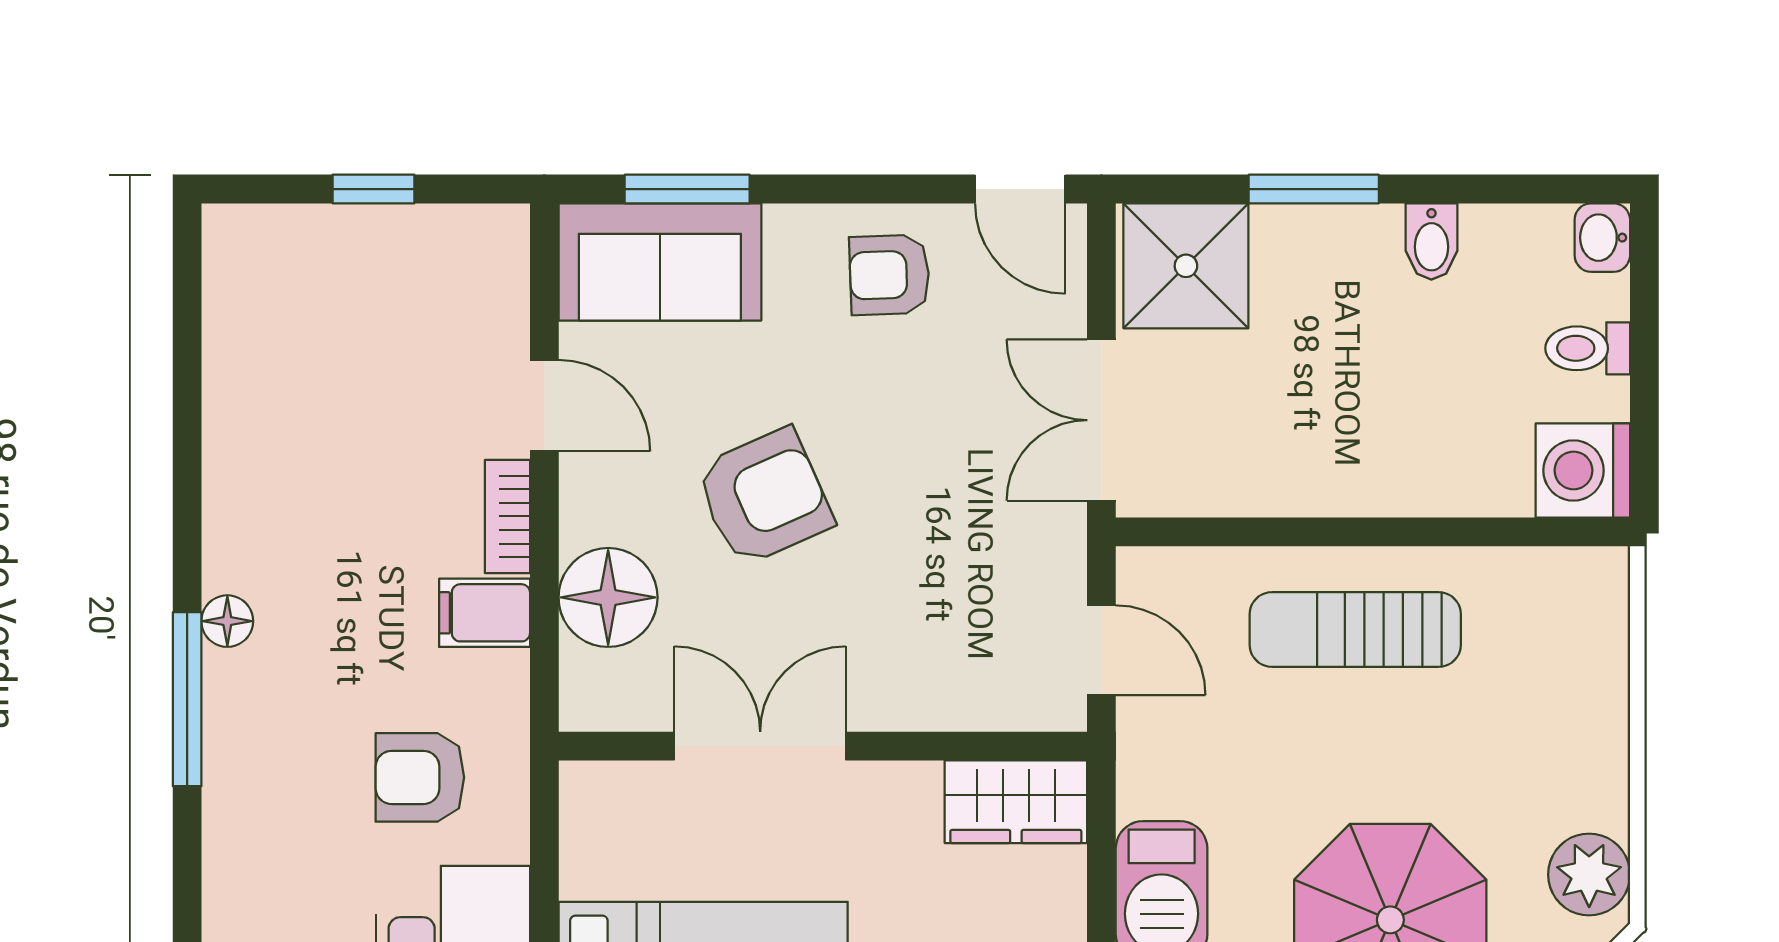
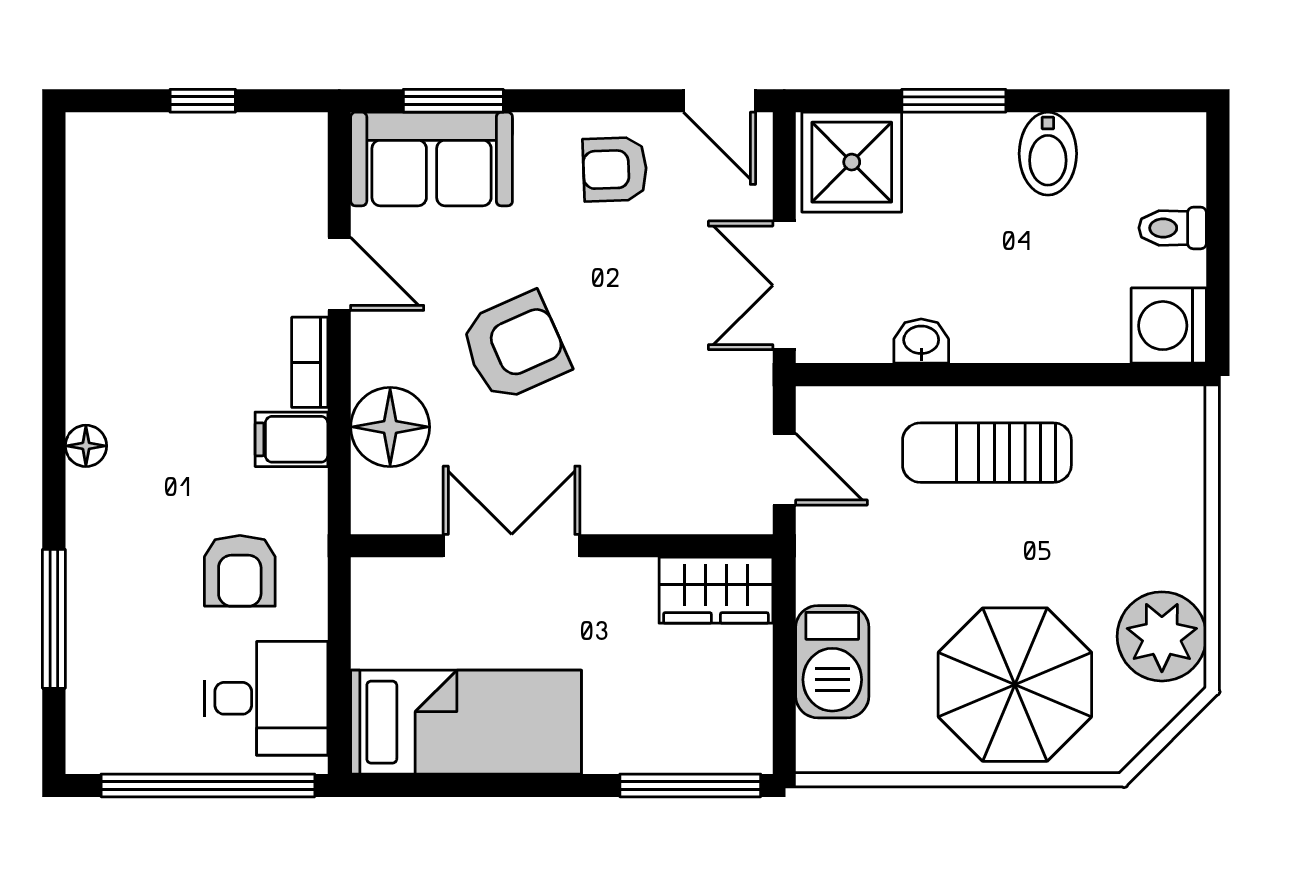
washbasin: (1602, 238) -> (921, 341), moved, turned 90
bidet: (1431, 241) -> (1048, 154), width x1.38, depth x1.36
window: (187, 699) -> (54, 619), moved
armchair: (420, 777) -> (240, 571), turned -90
plant: (1589, 875) -> (1162, 636), width x1.36, depth x1.36

